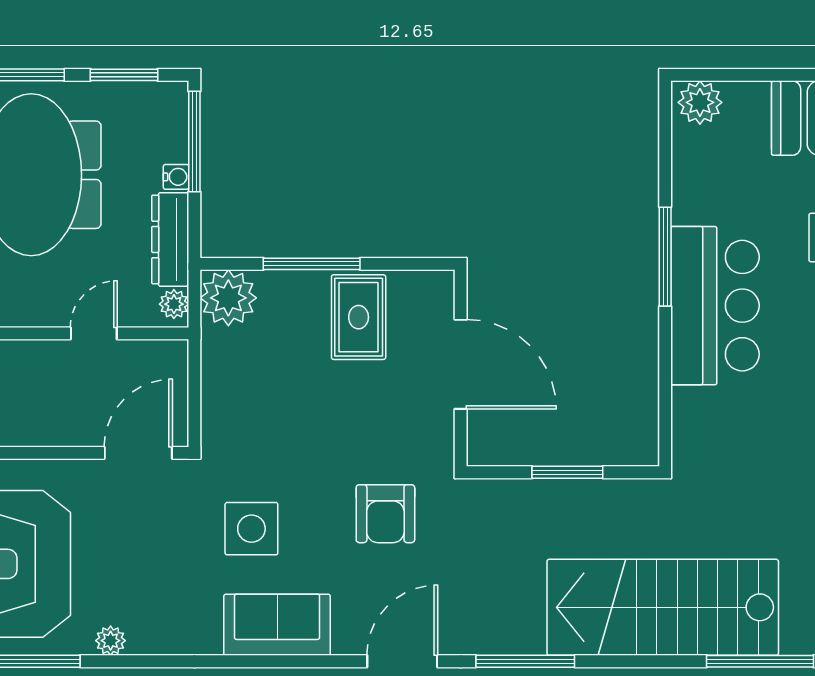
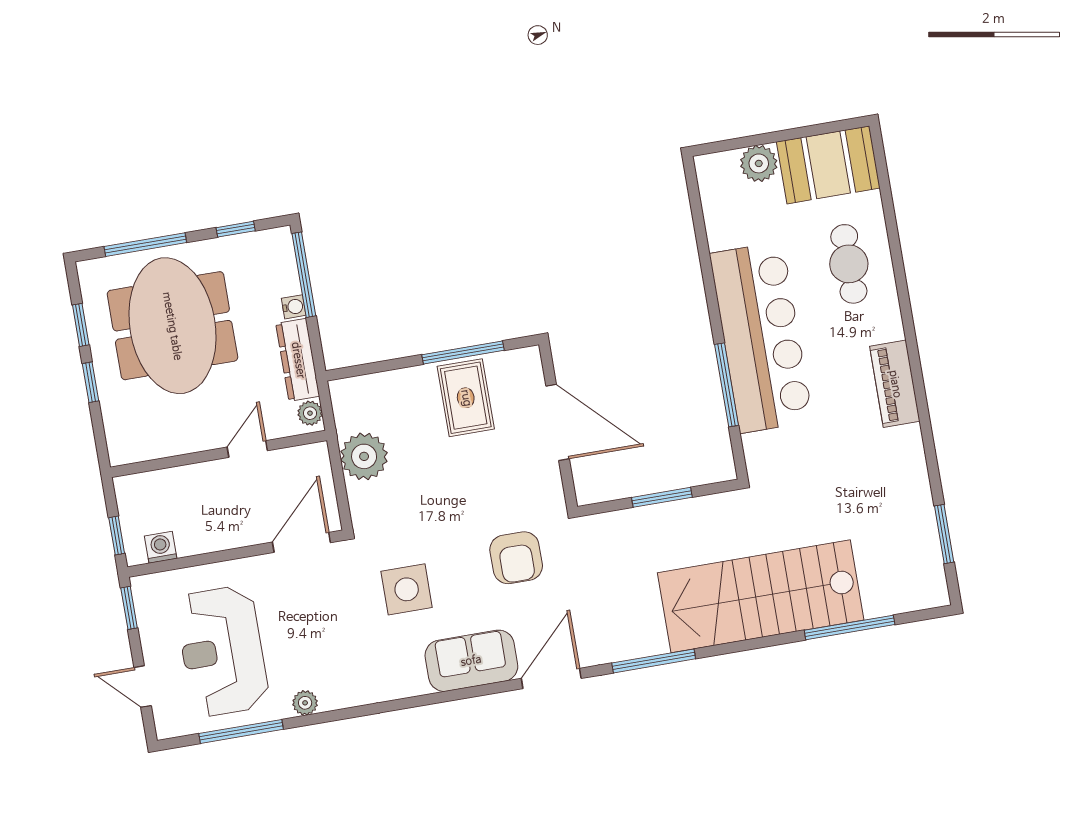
window: (124, 75) -> (236, 229), width x0.67
plant: (700, 102) -> (759, 163), moved
window: (665, 257) -> (727, 385), moved
window: (312, 264) -> (463, 353), moved
plant: (228, 298) -> (364, 456), moved
bar counter: (715, 306) -> (761, 337), width x1.36
sofa: (277, 625) -> (471, 661), moved

